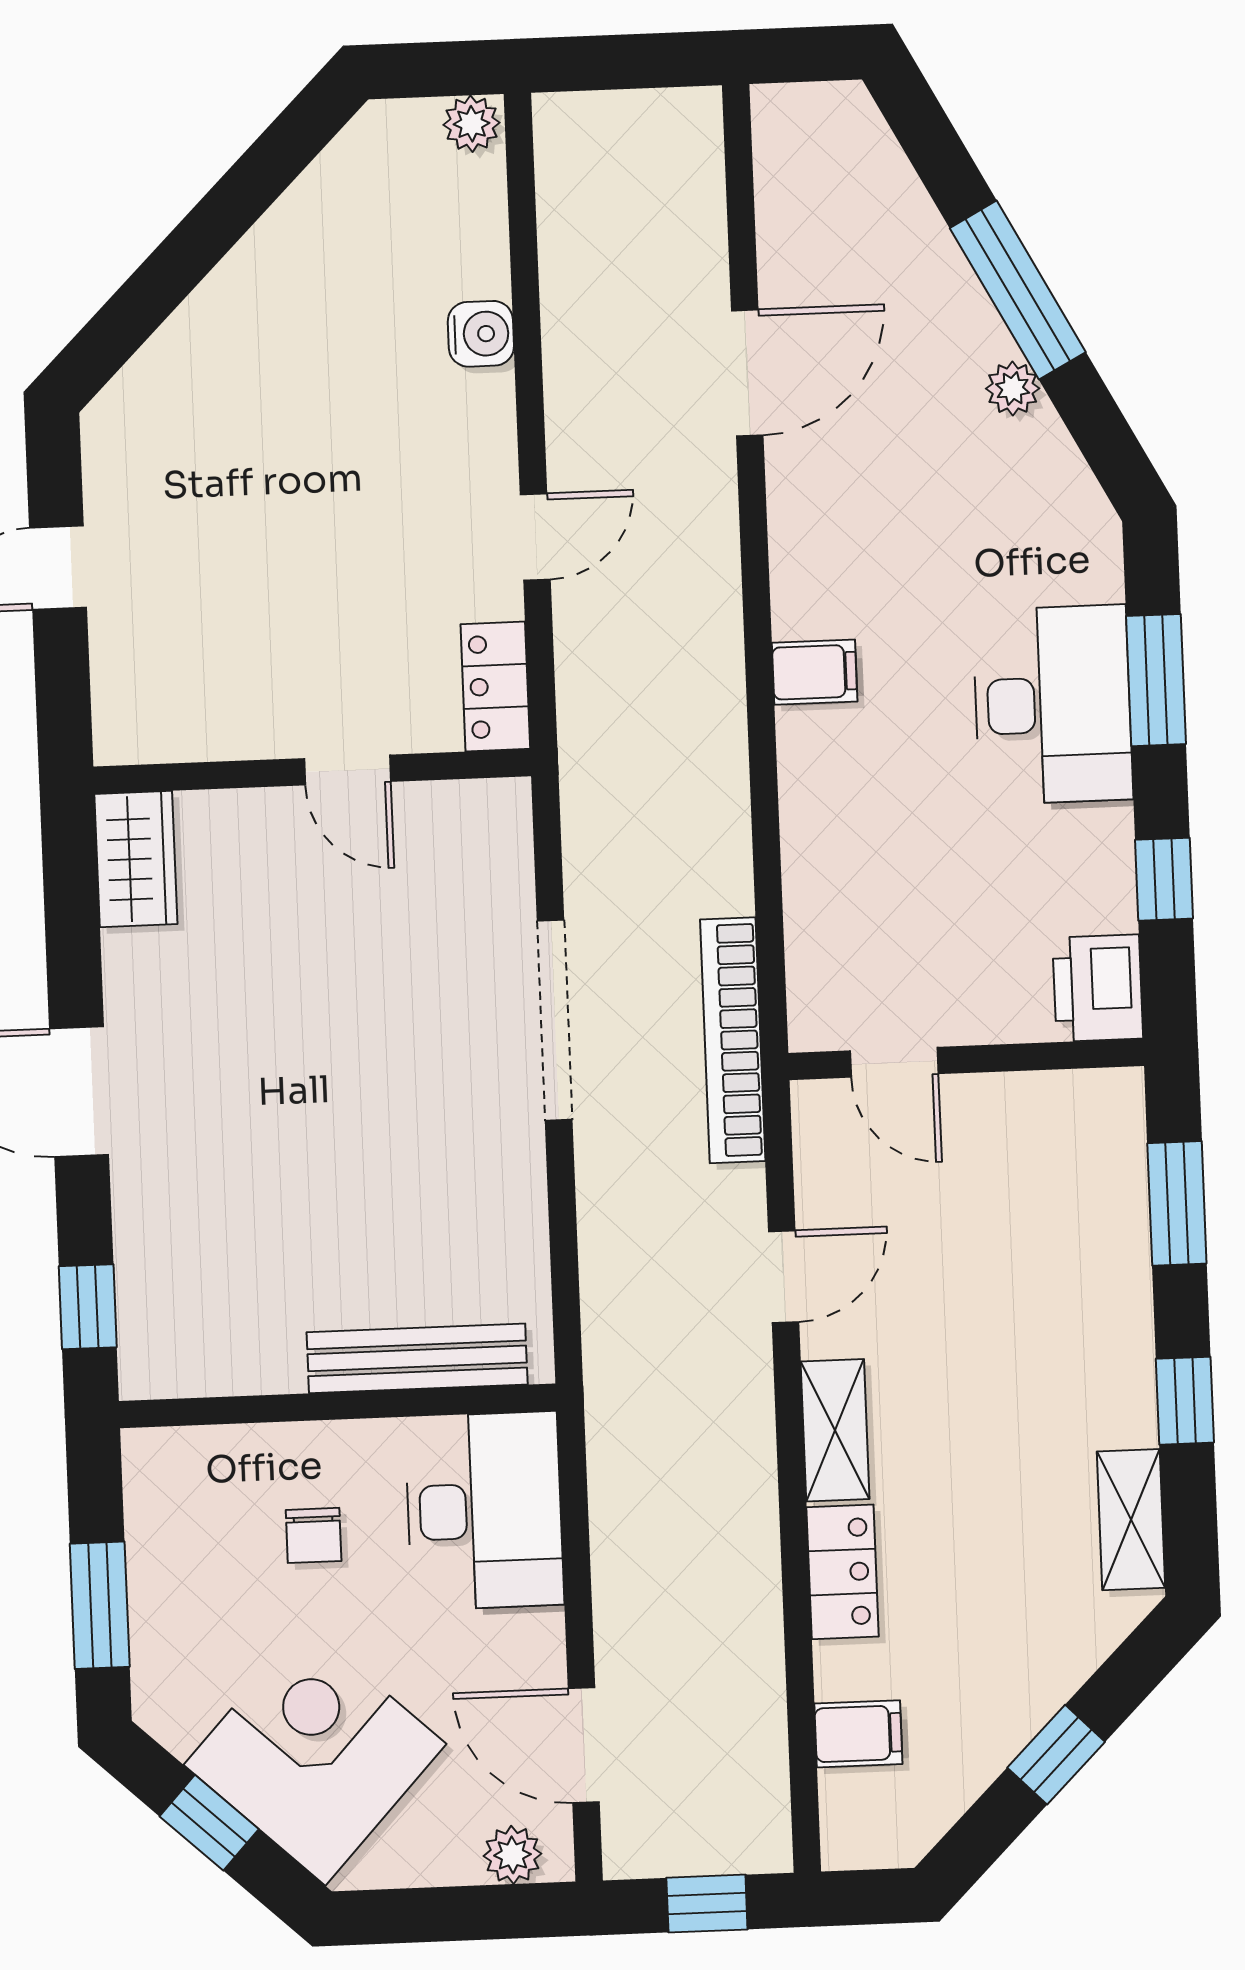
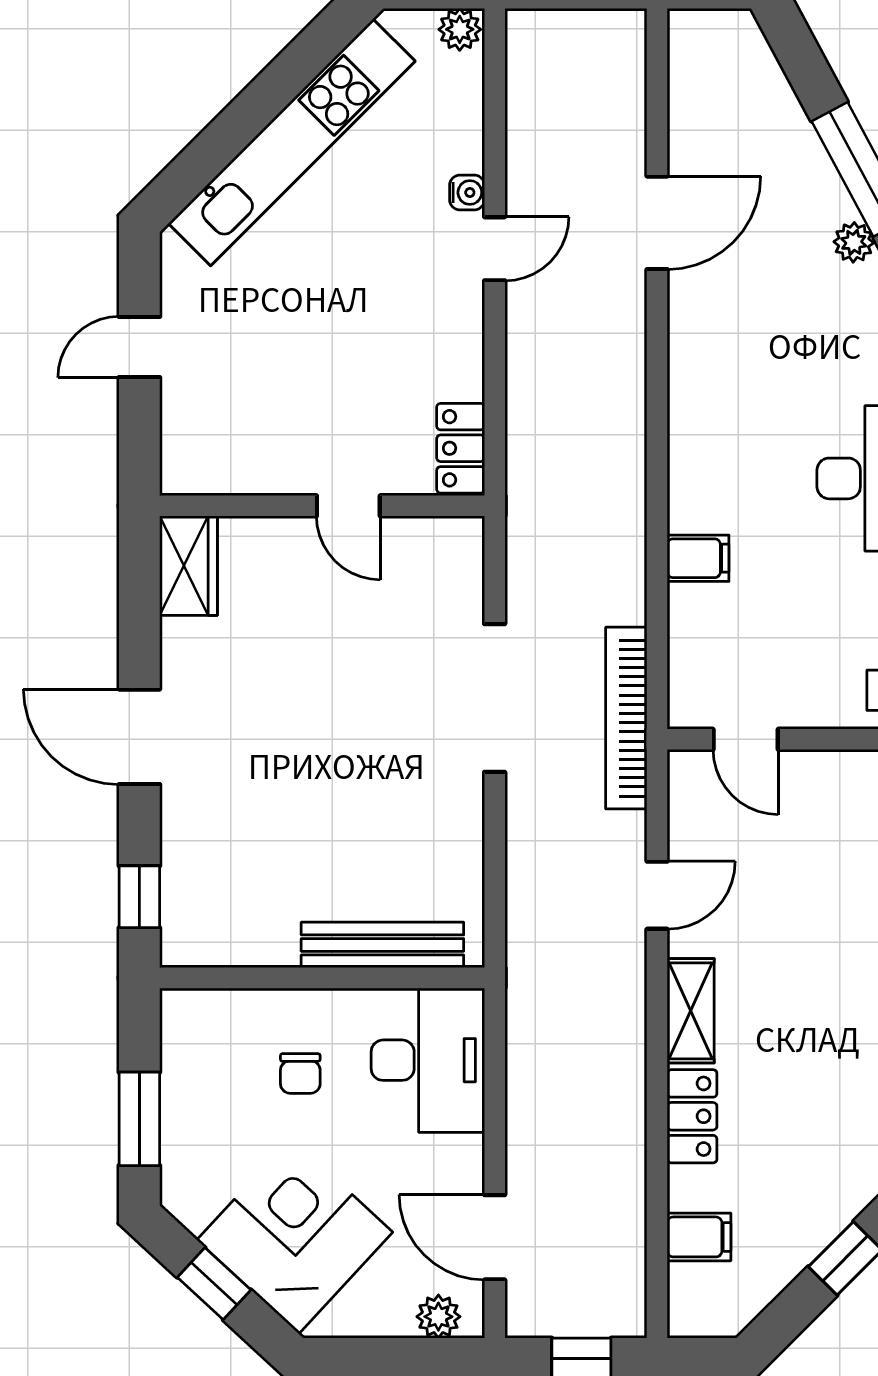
kitchen unit: (252, 285) -> (292, 142), added
water cooler: (481, 334) -> (467, 193), width x0.72, depth x0.72
door: (535, 537) -> (495, 249), moved
filing cabinet: (815, 672) -> (698, 558), moved

